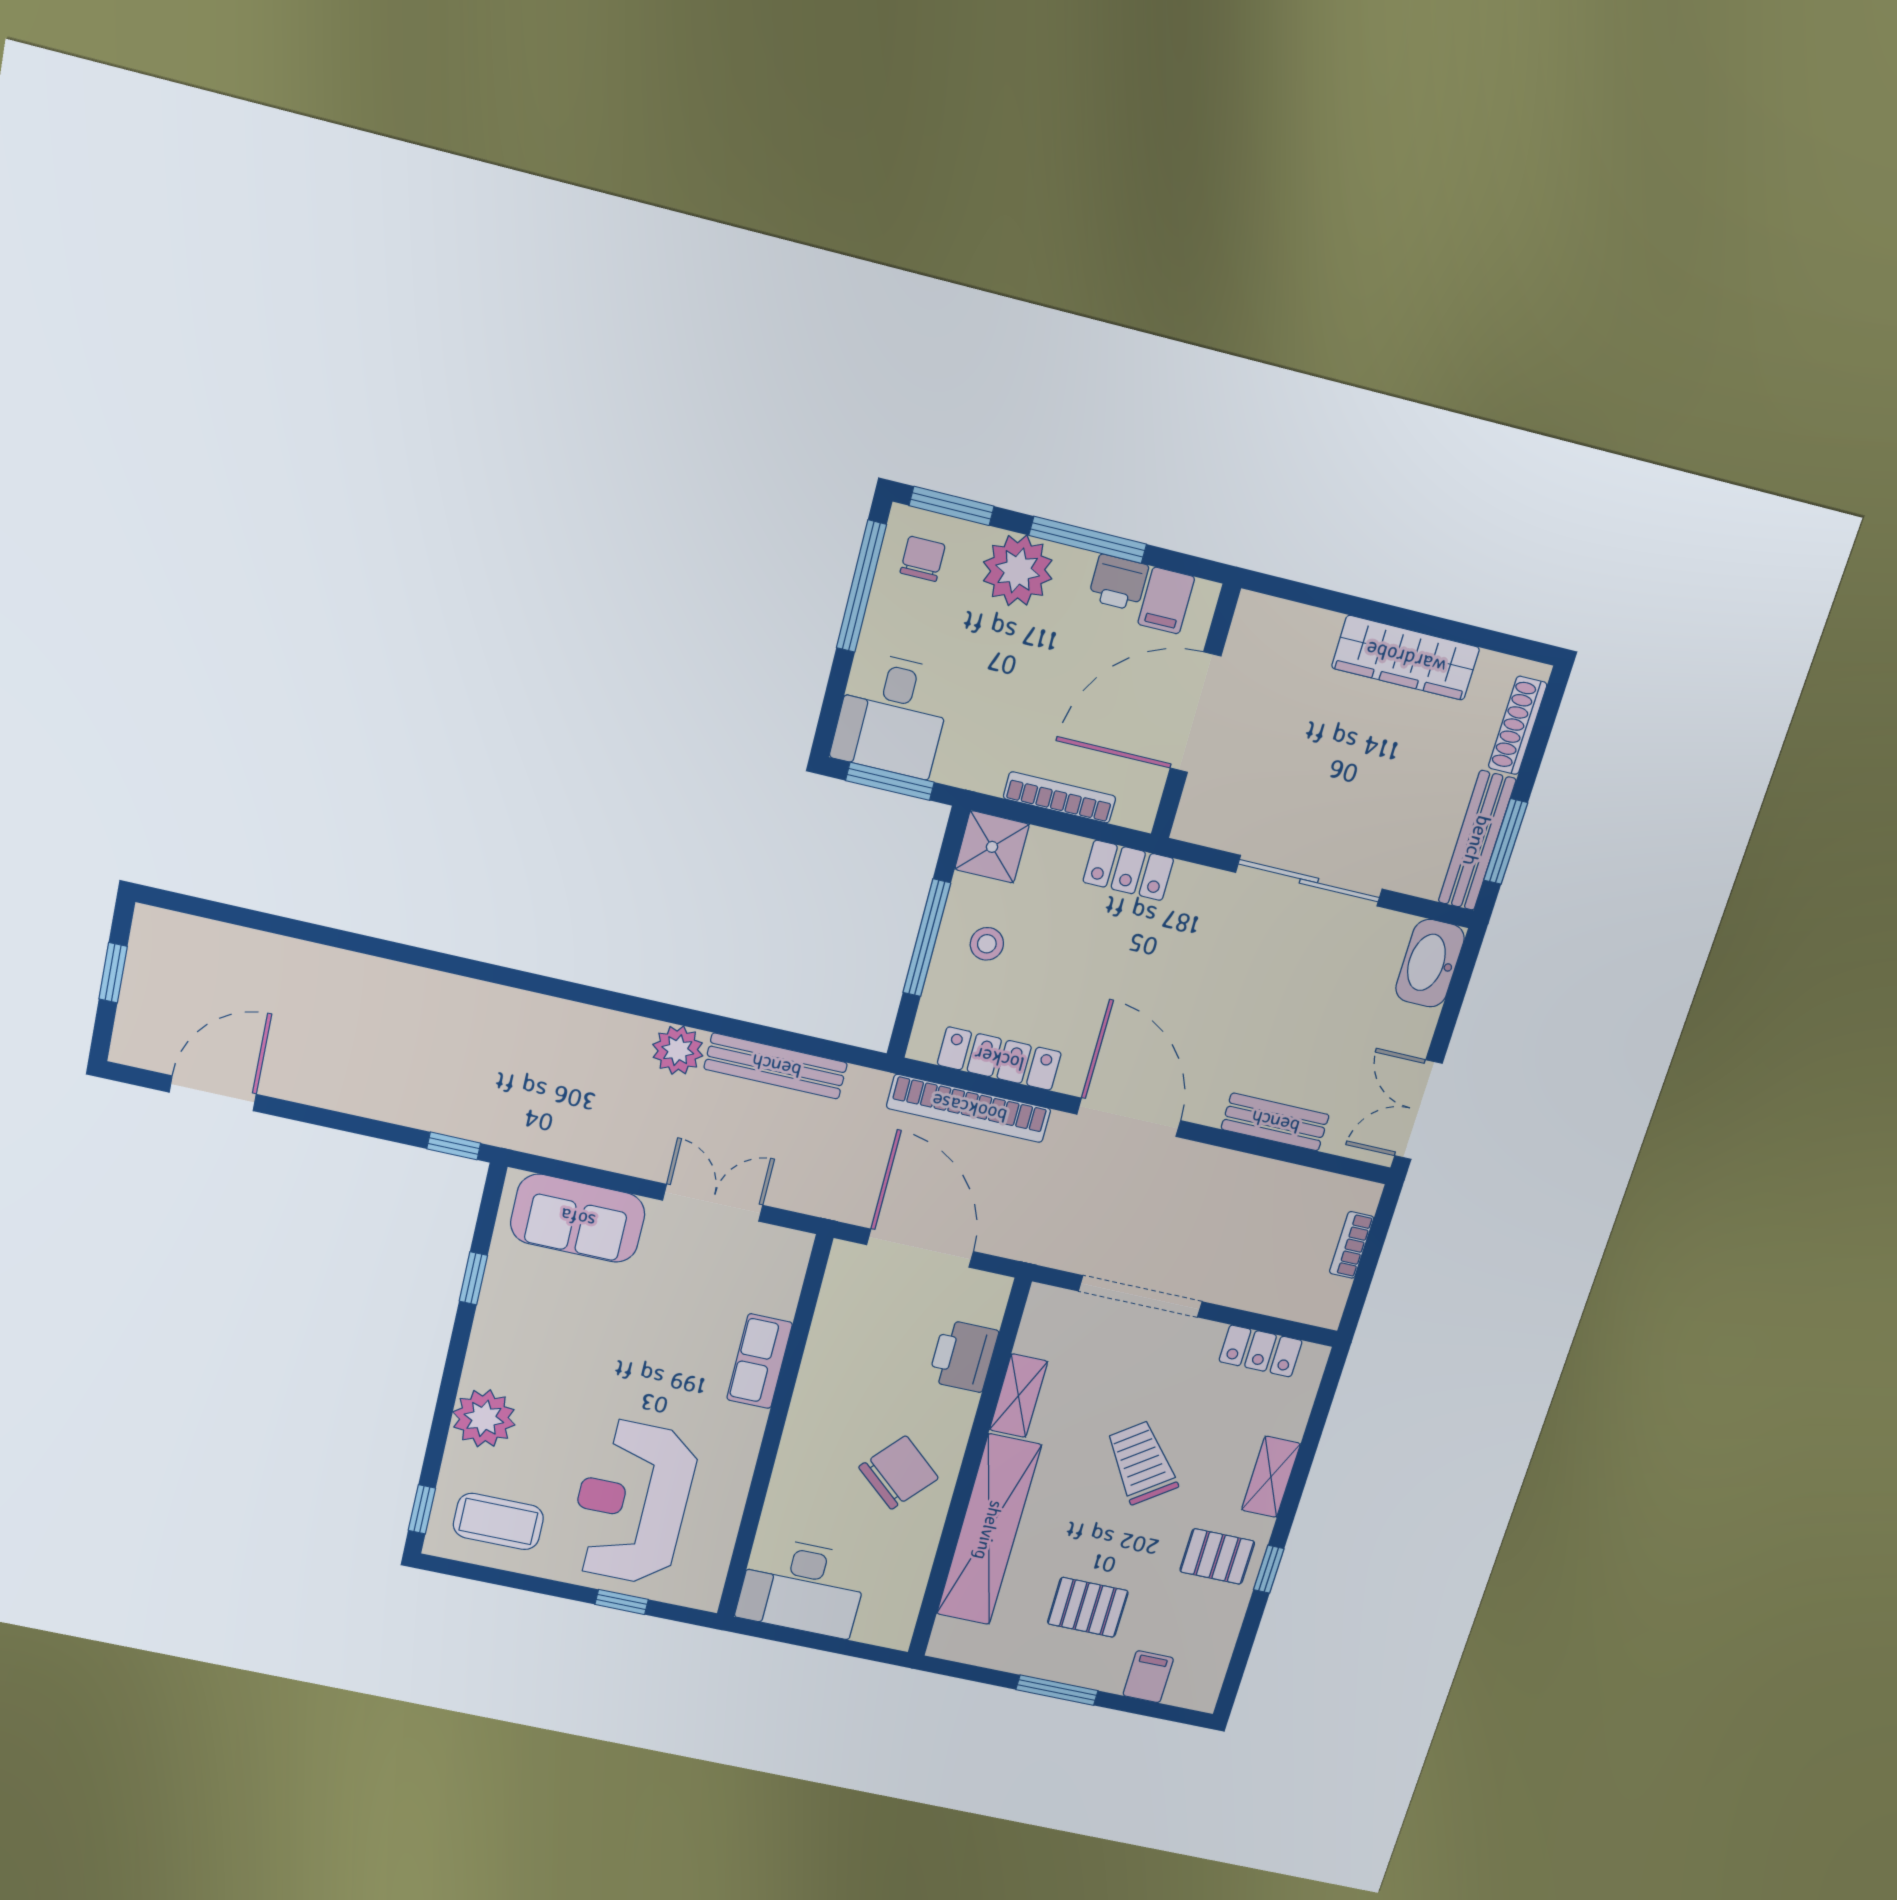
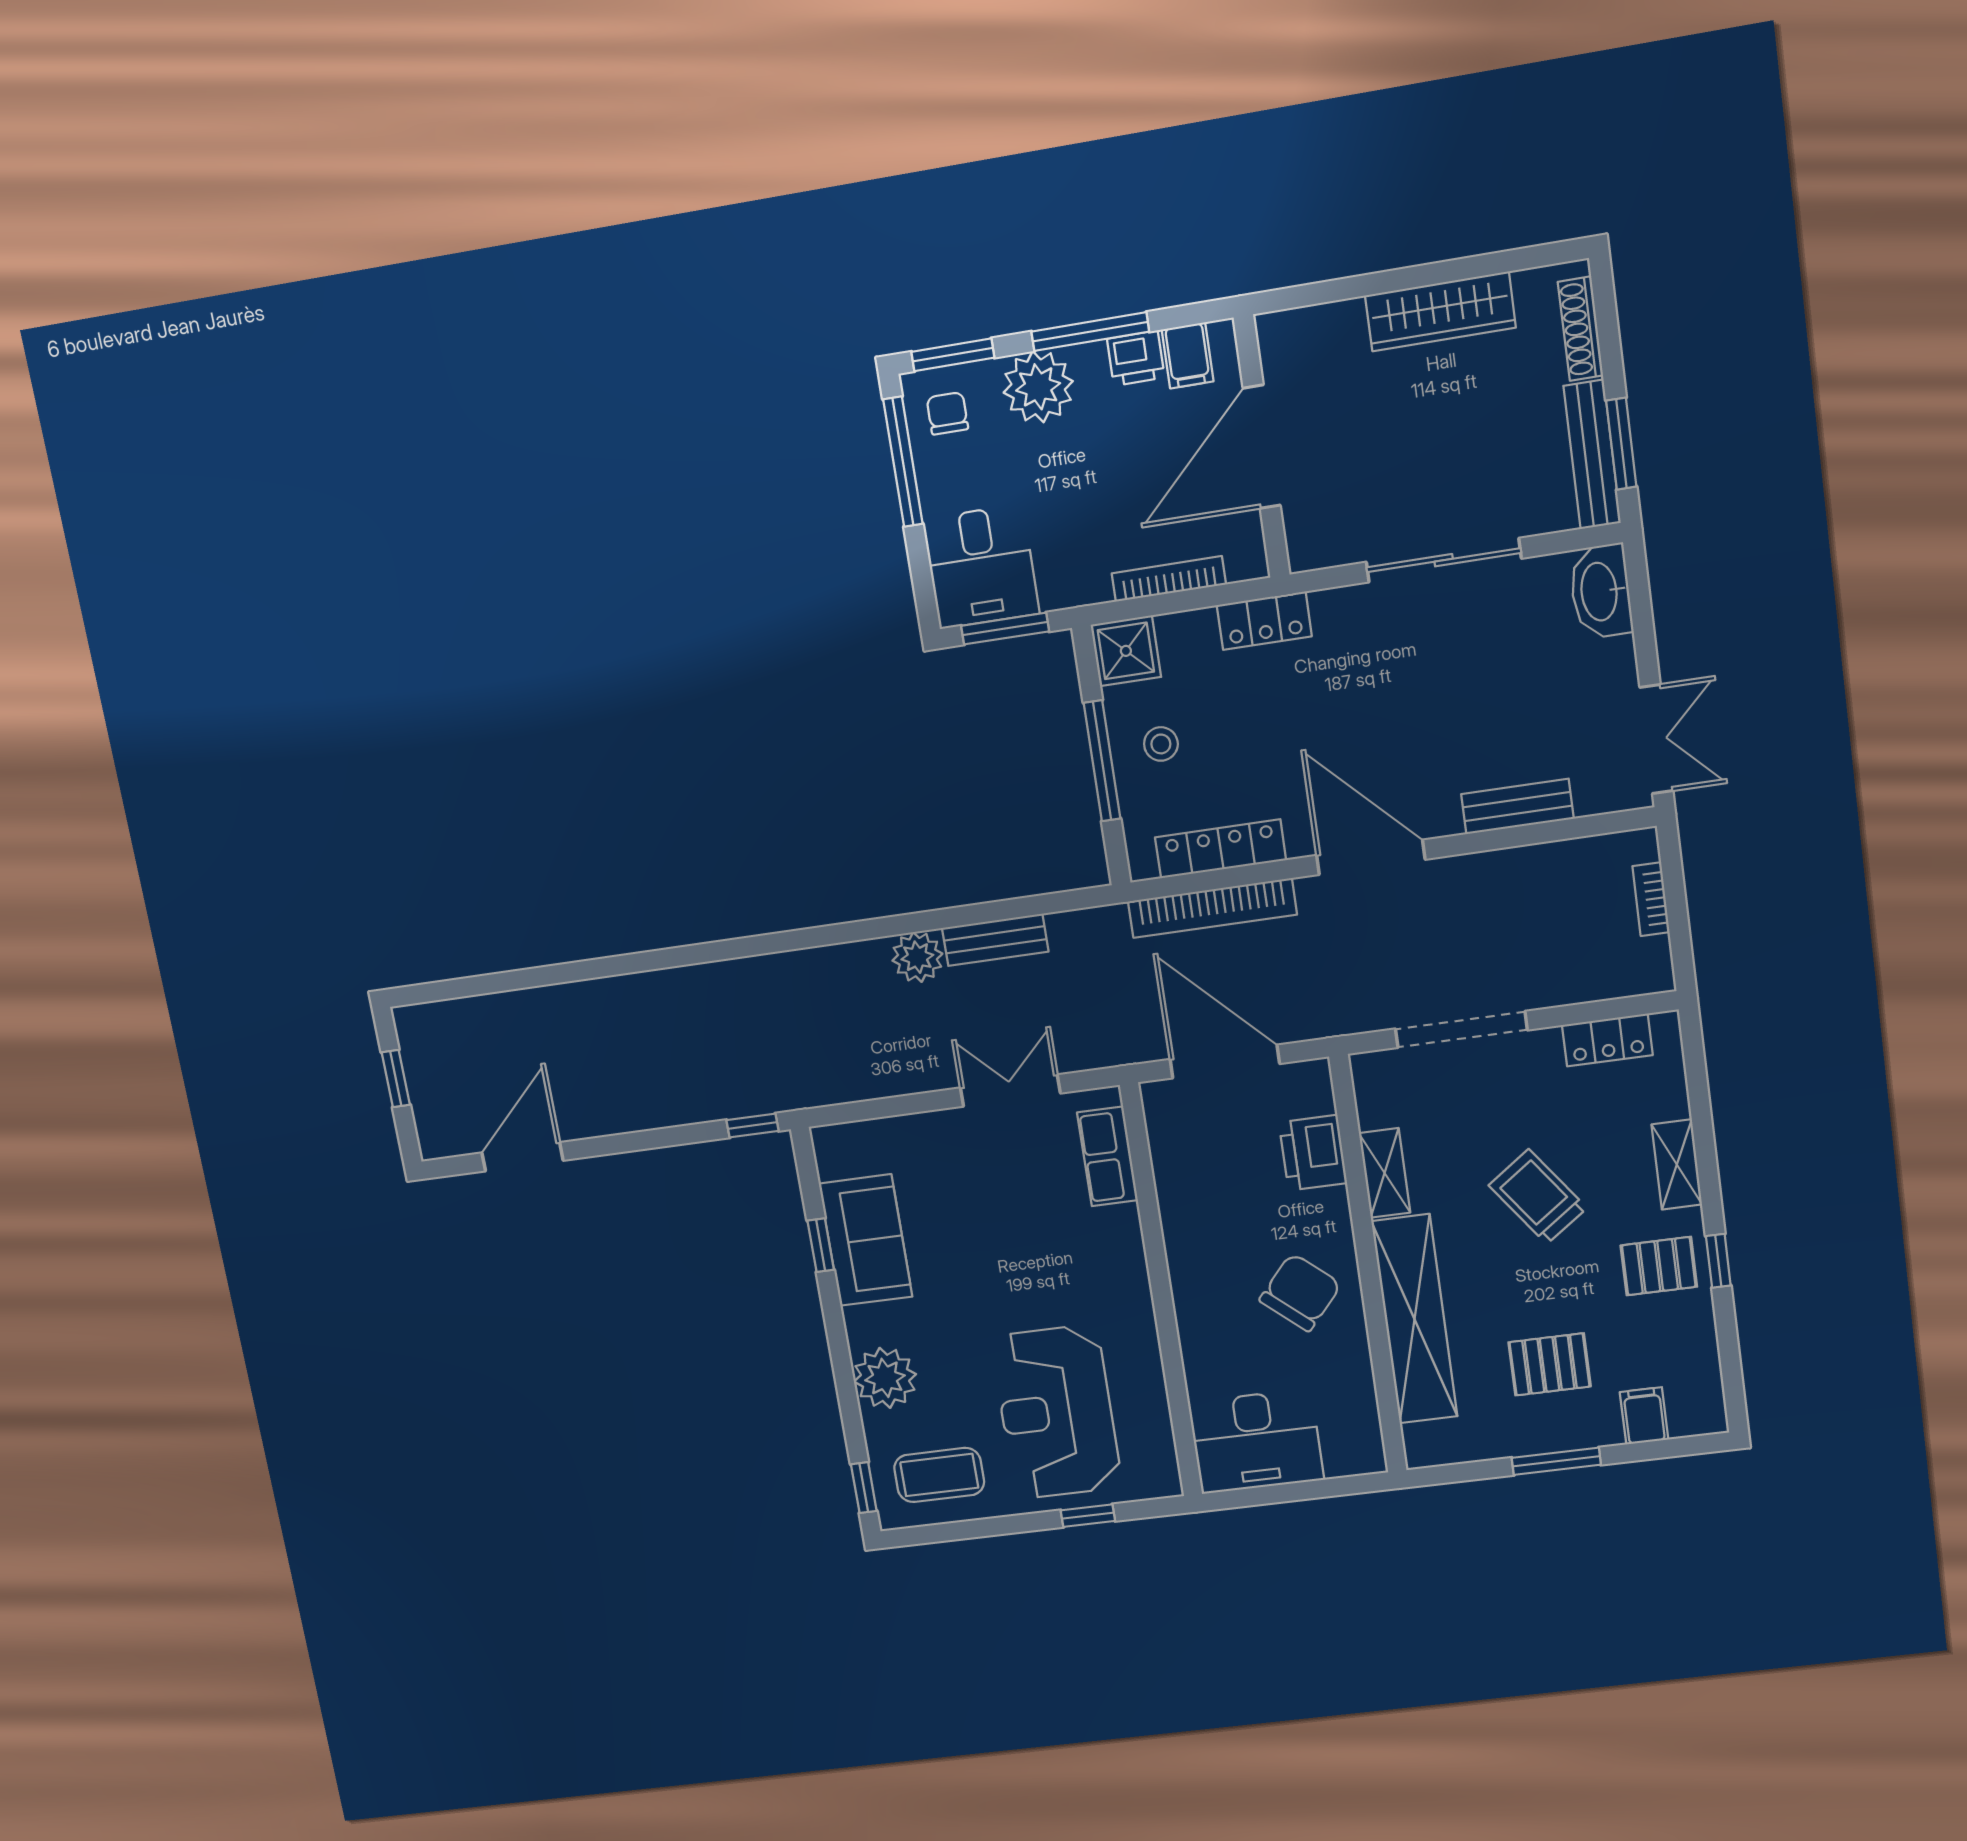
bench: (776, 1066) -> (995, 940), width x0.73
double door: (1418, 1110) -> (1656, 739), swing flipped
sofa: (578, 1218) -> (866, 1240), moved, turned -90
row of seats: (760, 1361) -> (1107, 1156), moved

